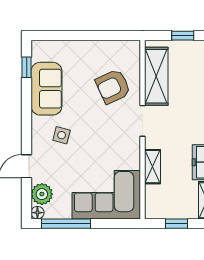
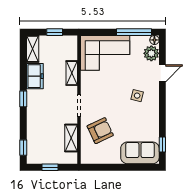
shelving: (156, 76) -> (71, 138), width x0.67, depth x0.75
sofa: (46, 89) -> (140, 153), moved, turned 90

